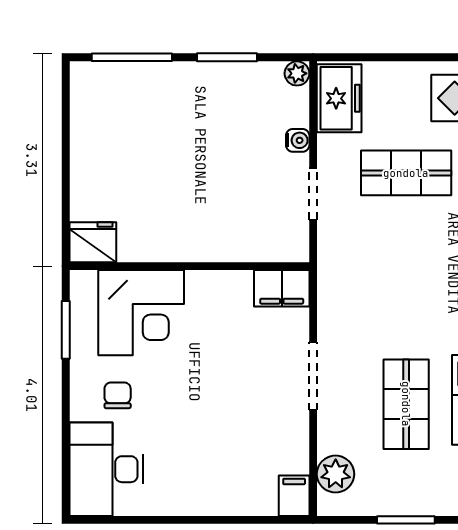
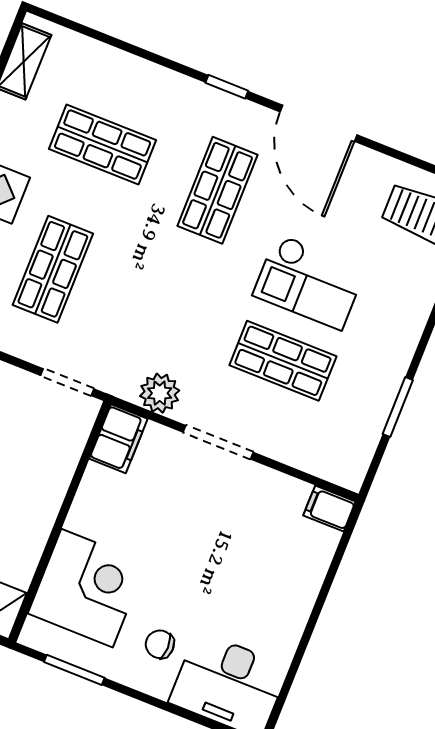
doorway: (313, 194) -> (67, 382), moved
plant: (336, 474) -> (160, 393), moved

